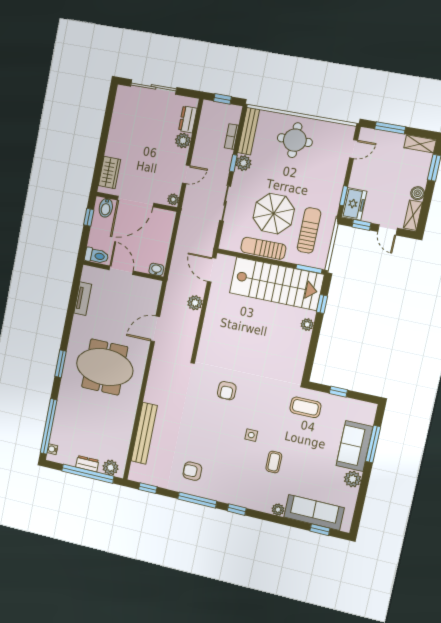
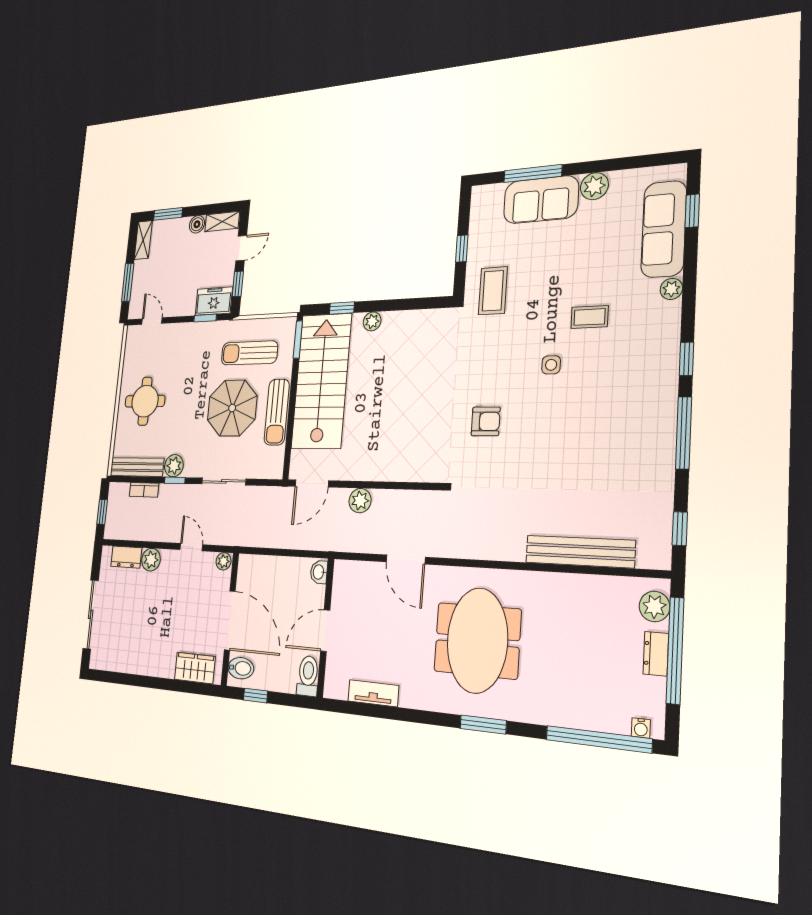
armchair: (192, 471) -> (632, 452), removed

